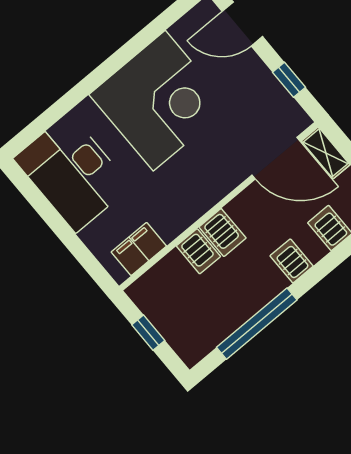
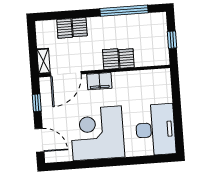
door: (276, 158) -> (66, 74), swing flipped
filing cabinet: (139, 249) -> (99, 81), moved
server rack: (292, 261) -> (80, 27), moved

